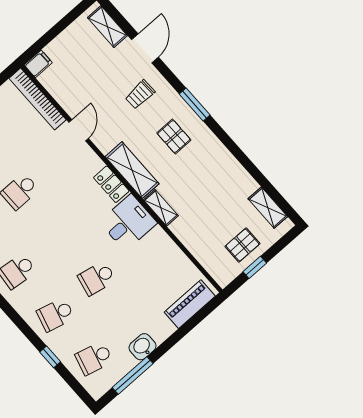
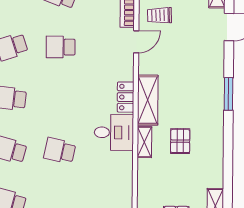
trolley: (140, 95) -> (160, 15), moved
pallet: (174, 137) -> (180, 141), moved

